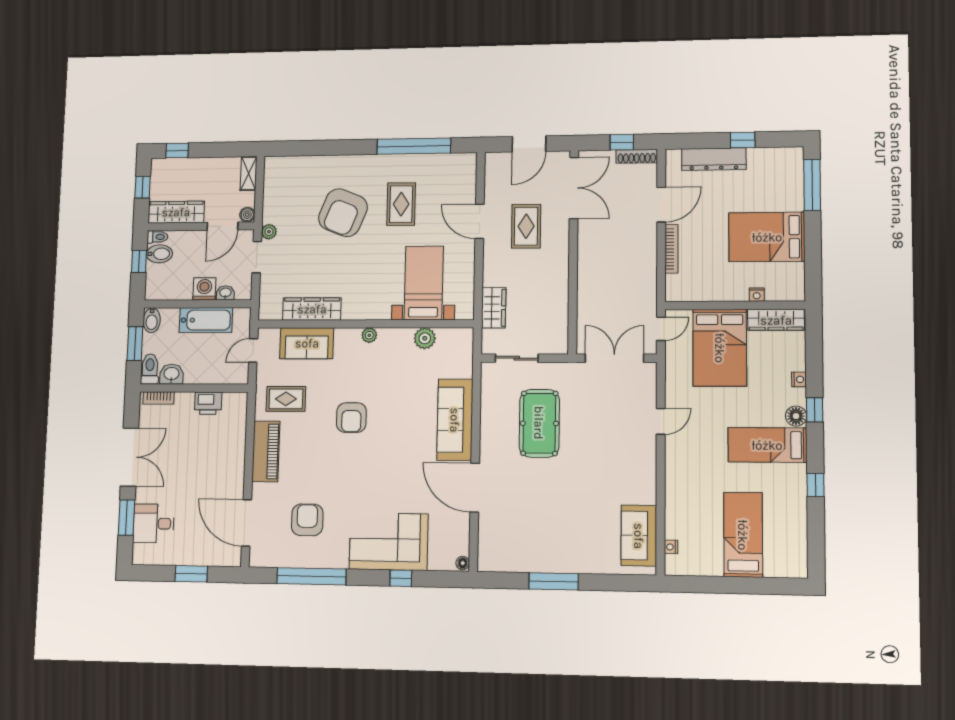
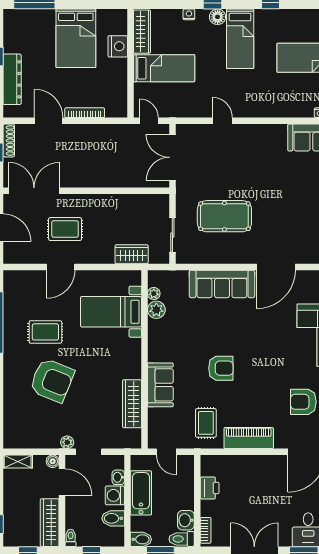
bidet: (159, 254) -> (113, 518), moved, turned -90
nightstand: (757, 295) -> (118, 46), width x1.89, depth x1.79
plant: (369, 335) -> (154, 294), moved
sofa: (307, 343) -> (160, 385), moved
bed: (720, 348) -> (164, 68), width x0.67

